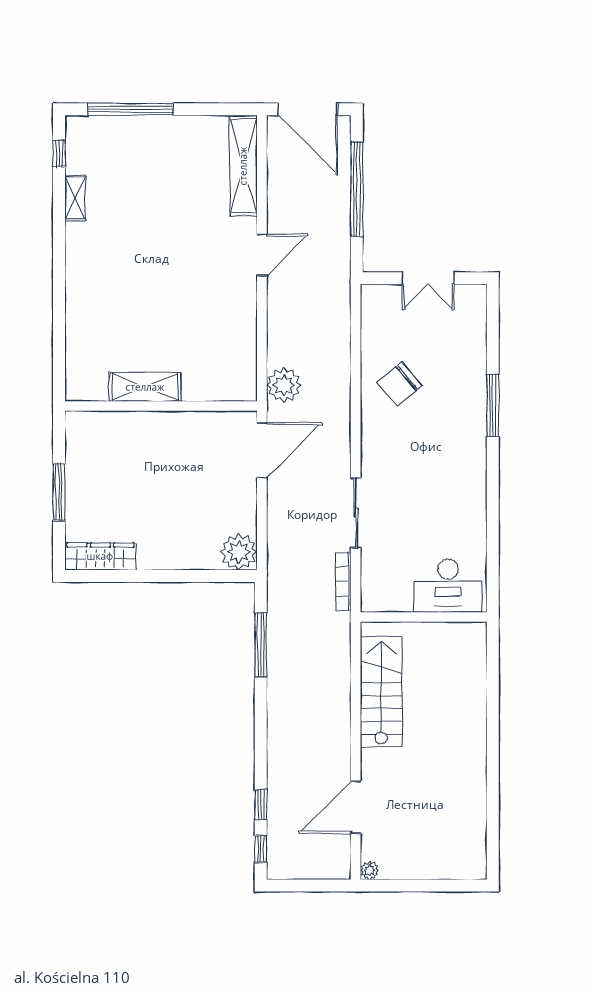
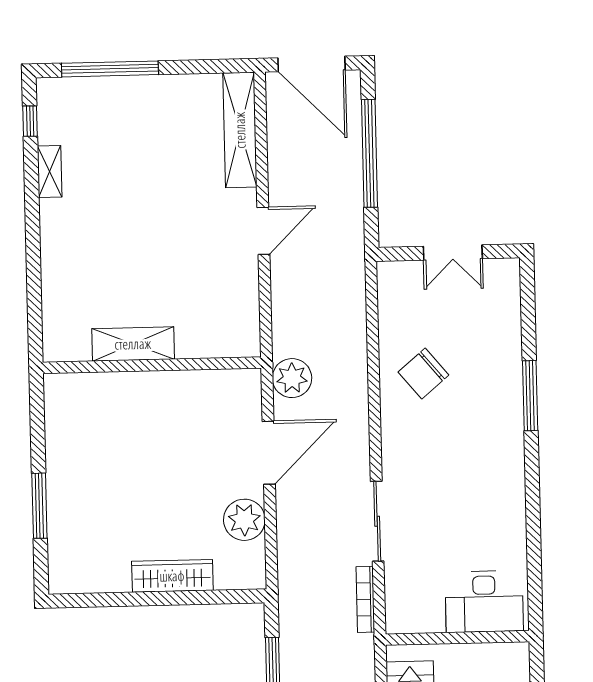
shelving: (145, 387) -> (133, 344), moved
wall: (161, 406) -> (152, 365), moved
plant: (239, 552) -> (244, 520), moved
wardrobe: (100, 556) -> (172, 576), moved

